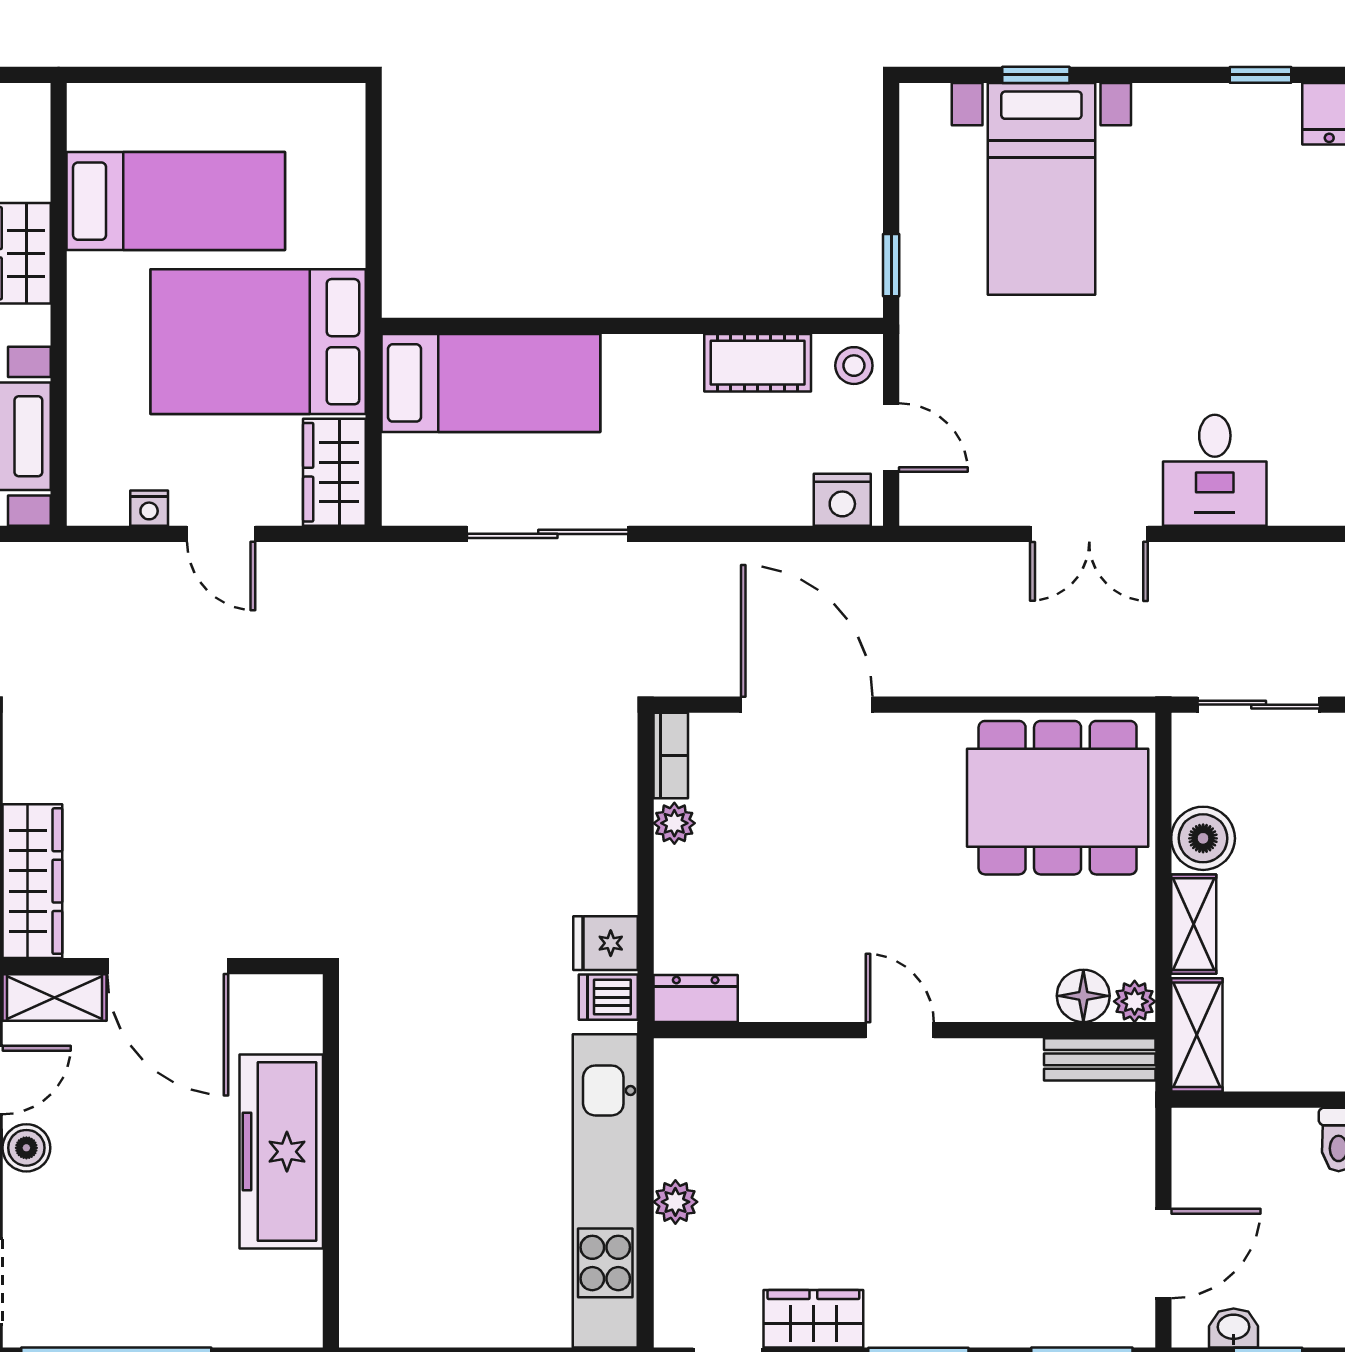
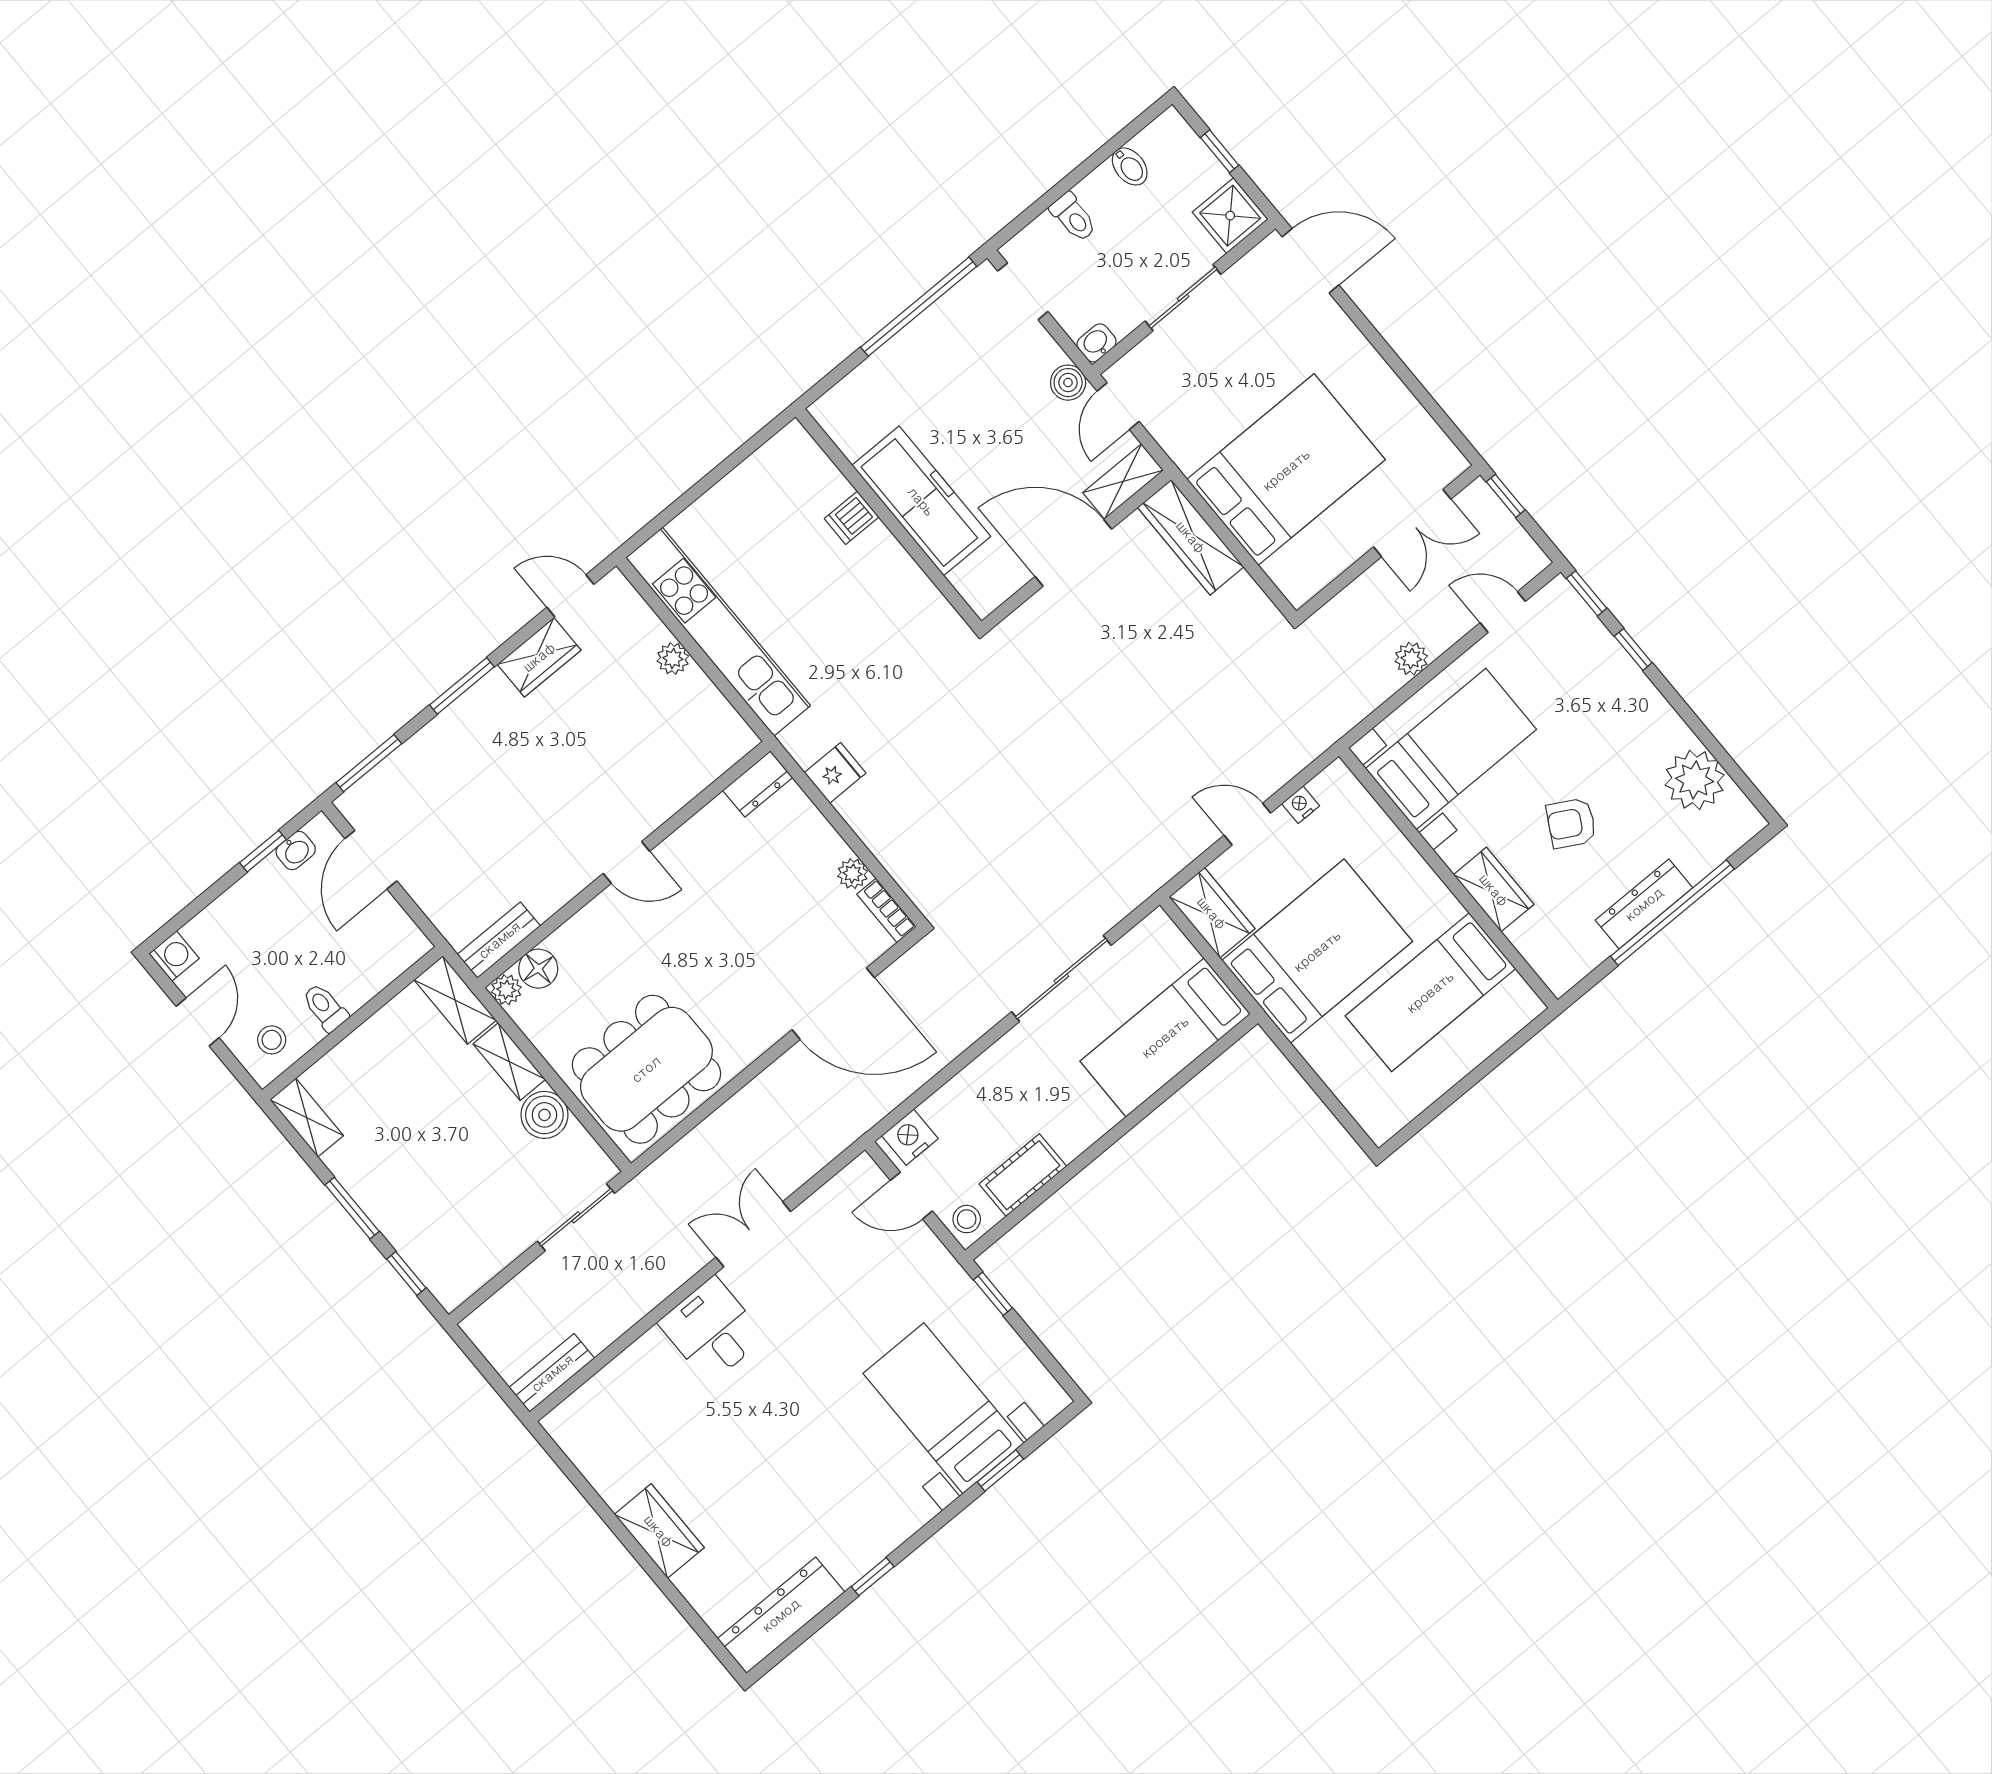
dishwasher: (608, 997) -> (852, 518), moved, turned 180

